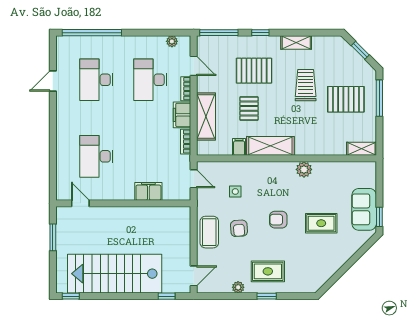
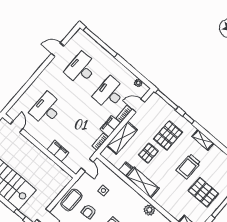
door: (194, 66) -> (138, 106), swing flipped
pallet: (254, 71) -> (168, 135), turned 90
trolley: (306, 85) -> (188, 166), turned 180

